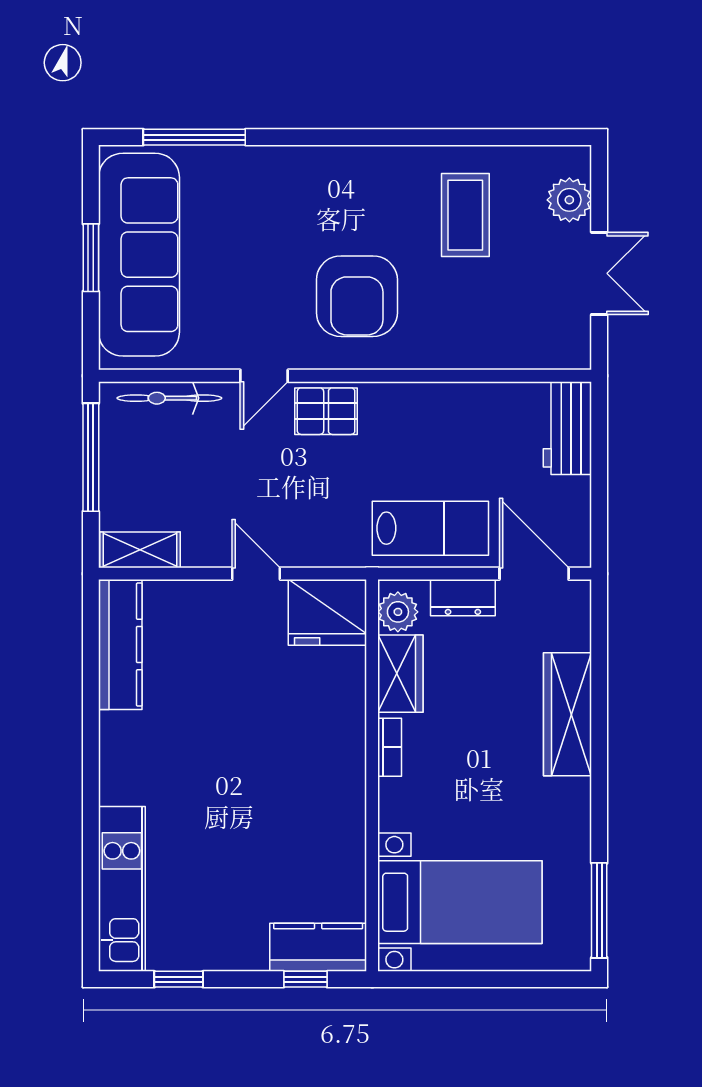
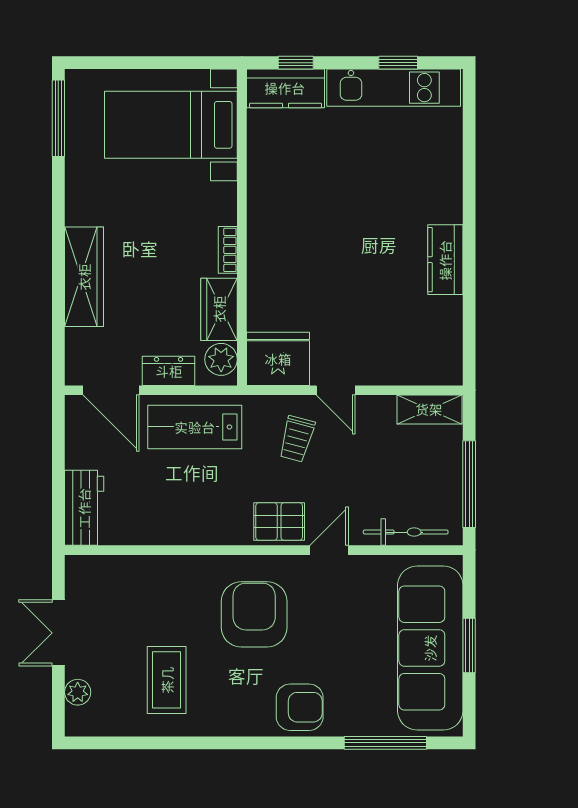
armchair: (301, 181) -> (300, 707), added
plant: (569, 200) -> (78, 692), width x0.73, depth x0.73
trolley: (304, 514) -> (297, 439), added
kitchen counter: (120, 645) -> (445, 260), moved, width x0.67
kitchen unit: (122, 889) -> (394, 88), moved, turned -90

